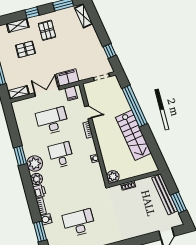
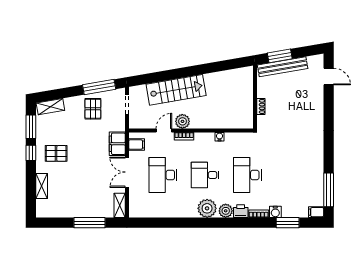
window: (32, 13) -> (31, 153), moved
pallet: (25, 49) -> (93, 109), moved
window: (110, 51) -> (99, 87), width x2.17
window: (135, 106) -> (171, 75), removed
stairs: (133, 135) -> (176, 90), moved
window: (20, 156) -> (194, 223), removed
plant: (113, 177) -> (182, 121), moved
window: (179, 203) -> (280, 56), moved
desk: (79, 223) -> (247, 175), moved

